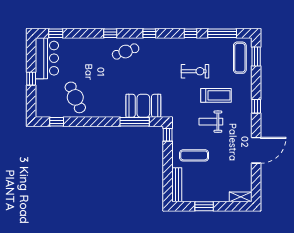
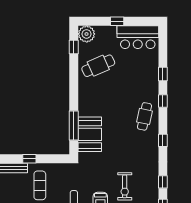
window: (56, 33) -> (163, 74), moved
cafe table: (126, 52) -> (144, 116), turned 32
plant: (44, 109) -> (87, 34), added
window: (168, 135) -> (29, 159), moved

